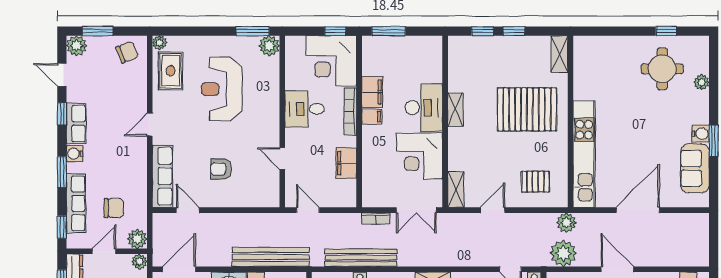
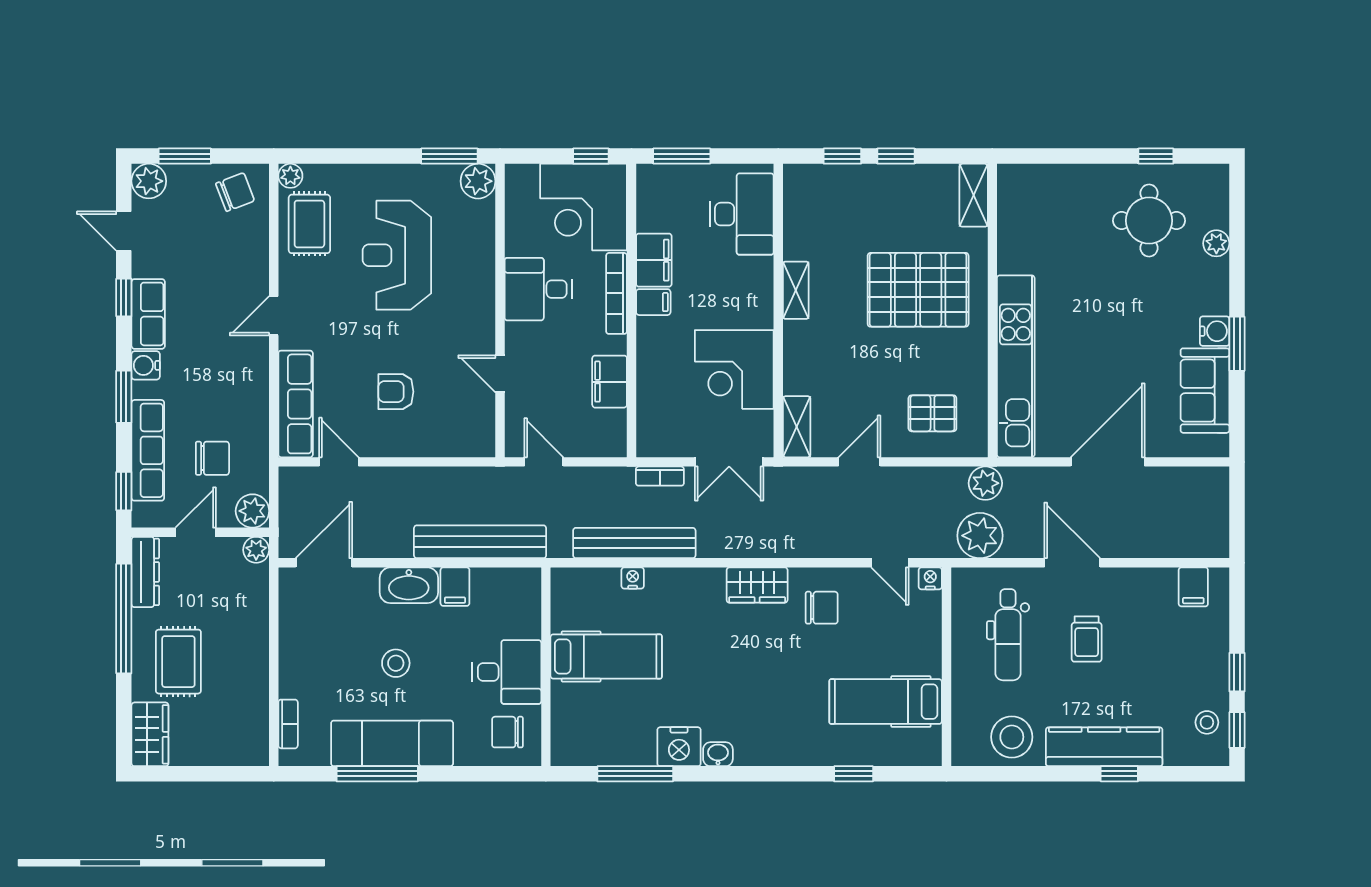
desk: (424, 108) -> (742, 214), moved

